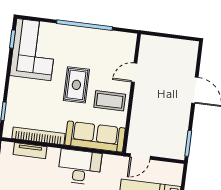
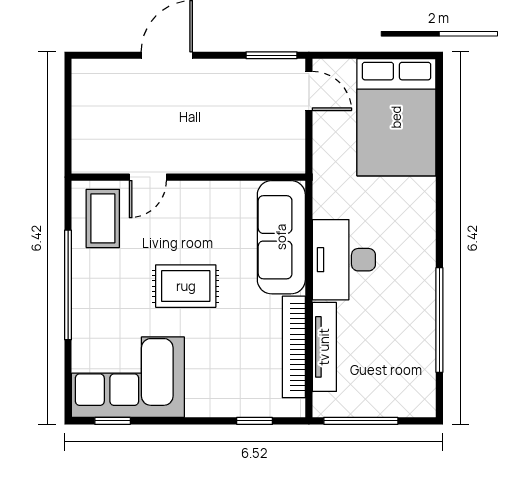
door: (134, 73) -> (148, 177), hinge flipped
coffee table: (110, 101) -> (103, 218), moved
tv unit: (30, 151) -> (324, 347), width x1.41
door: (140, 157) -> (309, 91), moved

